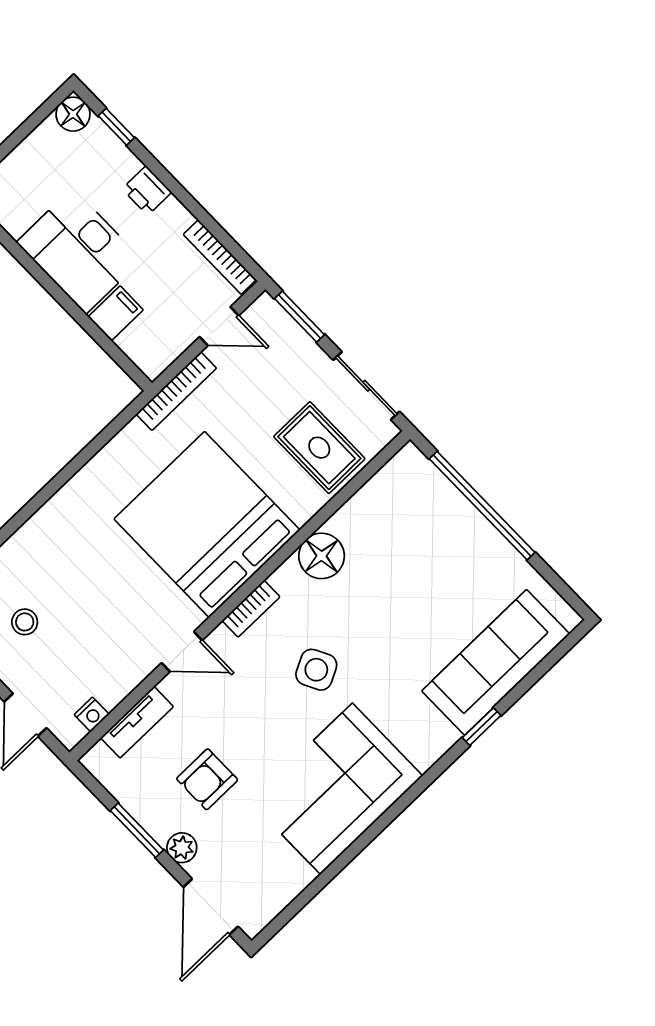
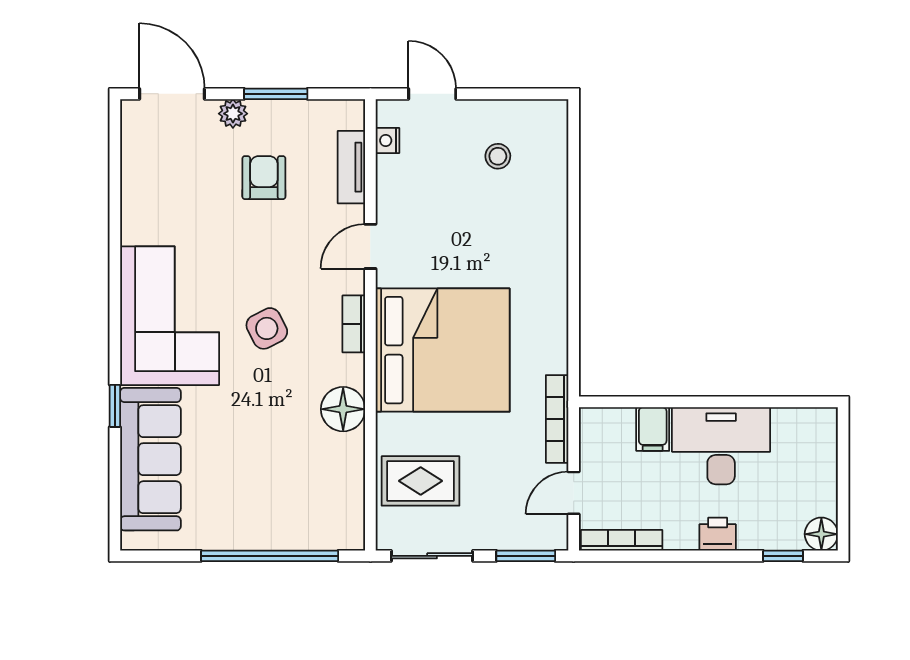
corner sofa: (336, 789) -> (170, 316), moved

